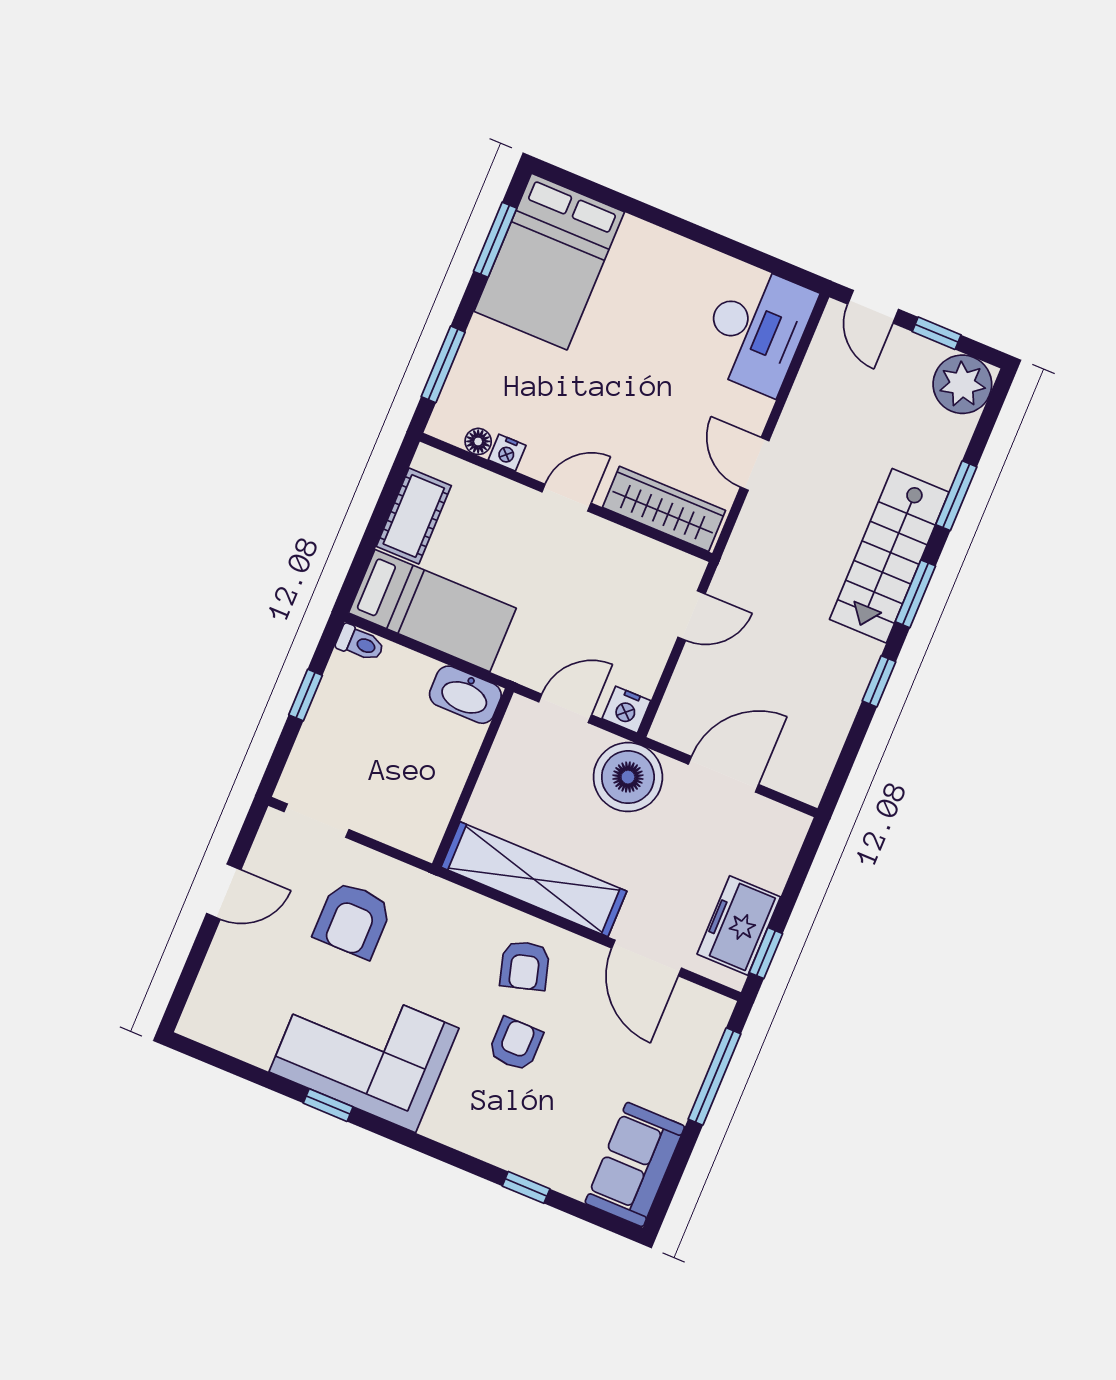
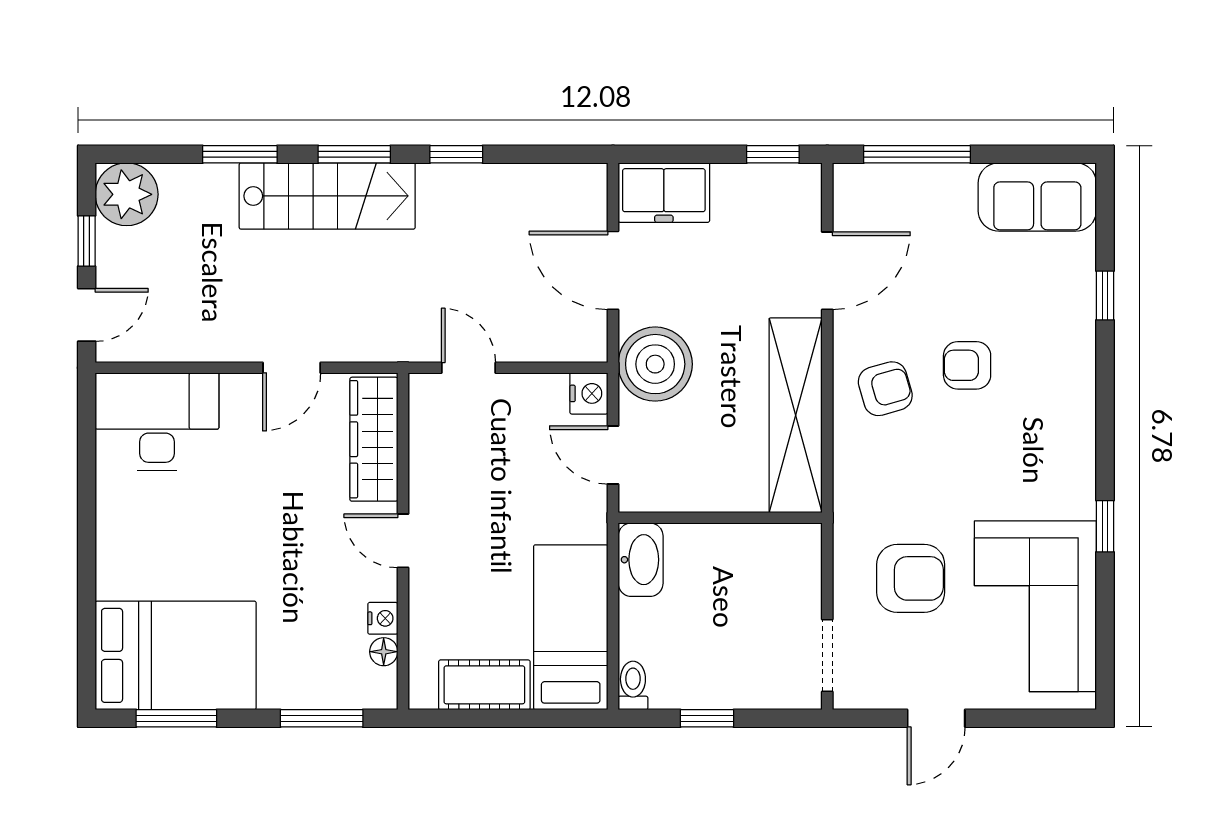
door: (224, 892) -> (936, 718), swing flipped
freezer: (739, 925) -> (664, 193), moved
corner sofa: (364, 1050) -> (1035, 606), moved

